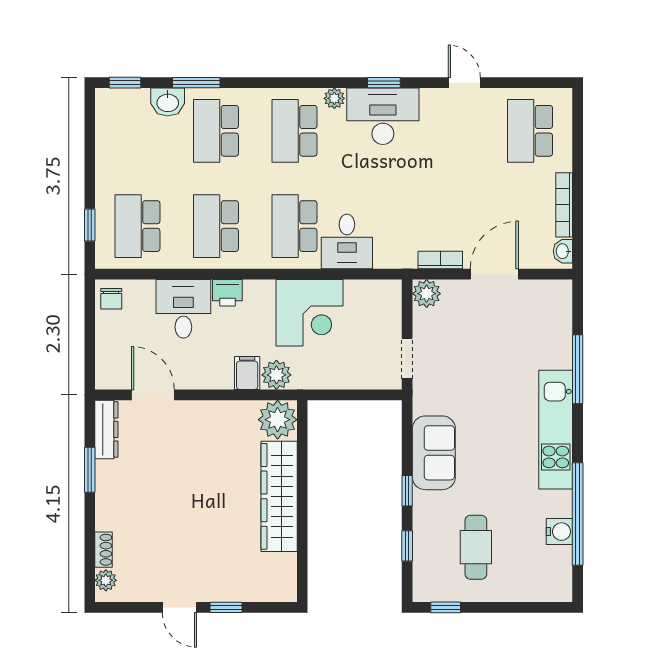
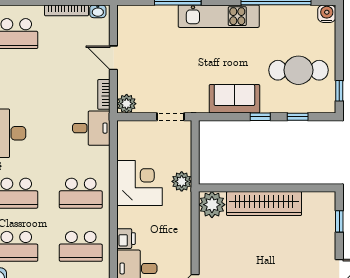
desk: (347, 242) -> (91, 128), moved
door: (494, 274) -> (113, 58), width x0.73
filing cabinet: (247, 373) -> (180, 225), removed
plant: (276, 375) -> (182, 181), moved
water cooler: (559, 532) -> (327, 14), moved
cafe table: (476, 547) -> (298, 70), width x1.37, depth x1.35
window: (226, 607) -> (339, 221), moved

